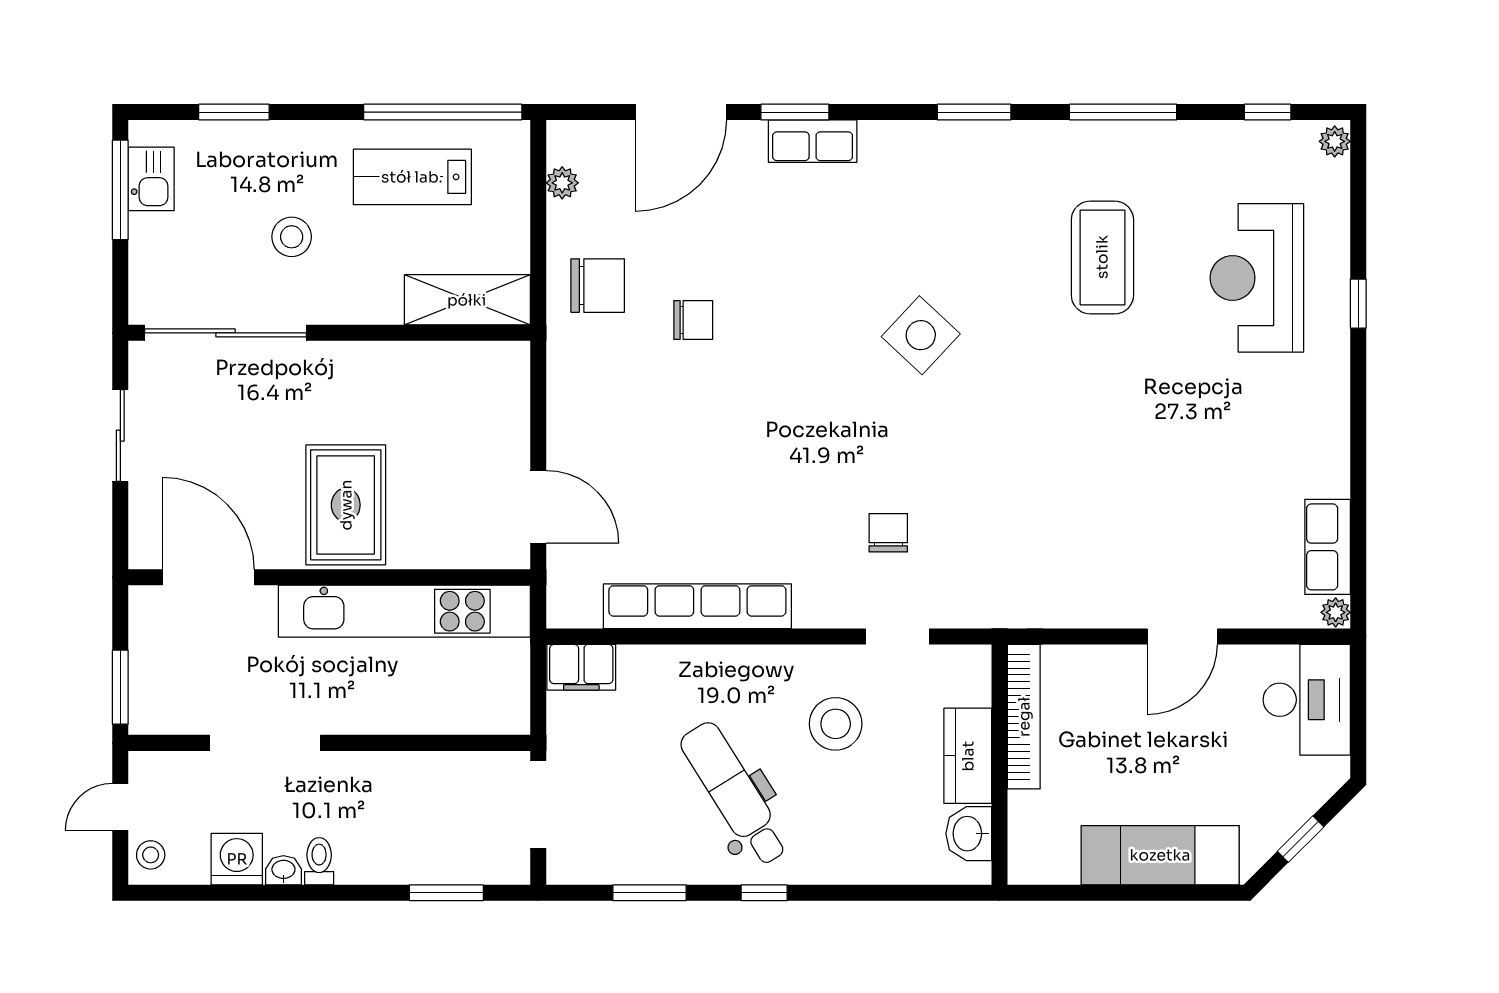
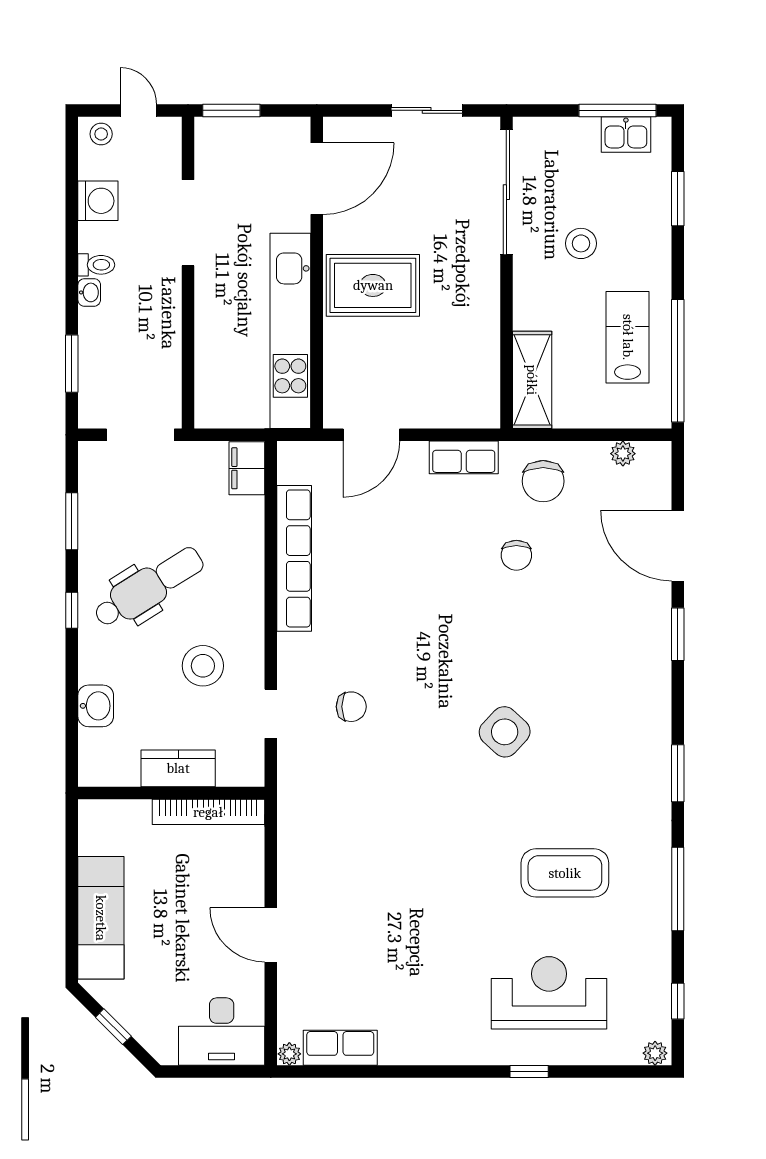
row of seats: (813, 141) -> (464, 457), moved, turned -90
washbasin: (969, 834) -> (96, 706), moved, turned 90
washbasin: (283, 870) -> (89, 292), moved

